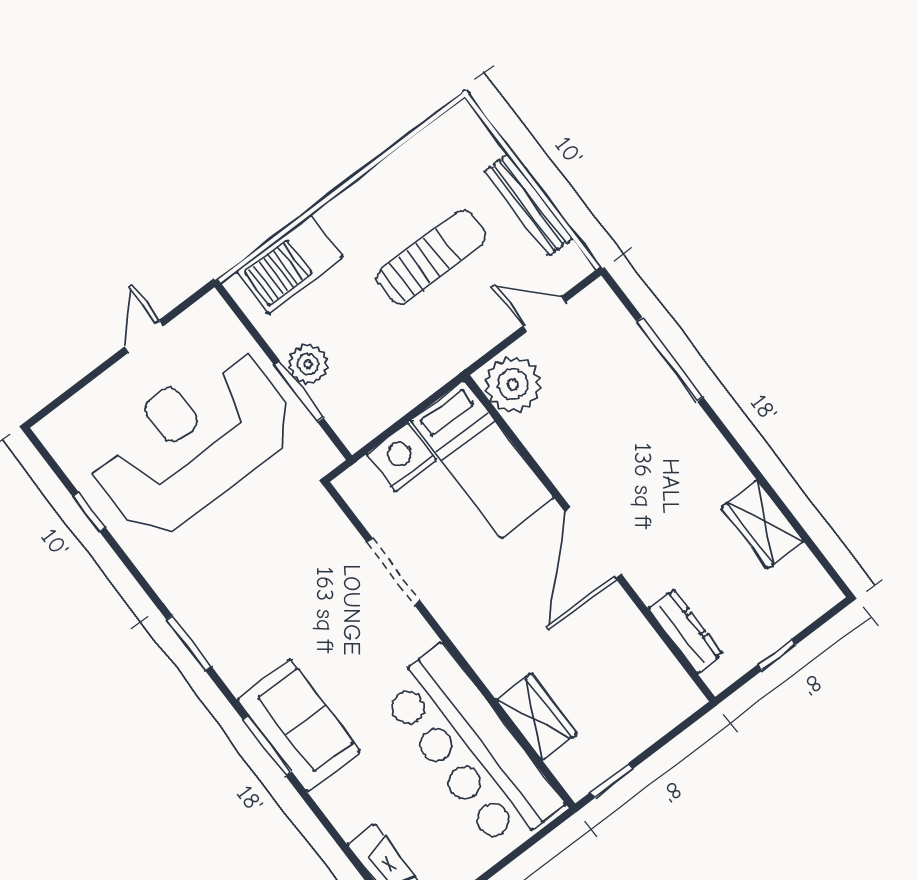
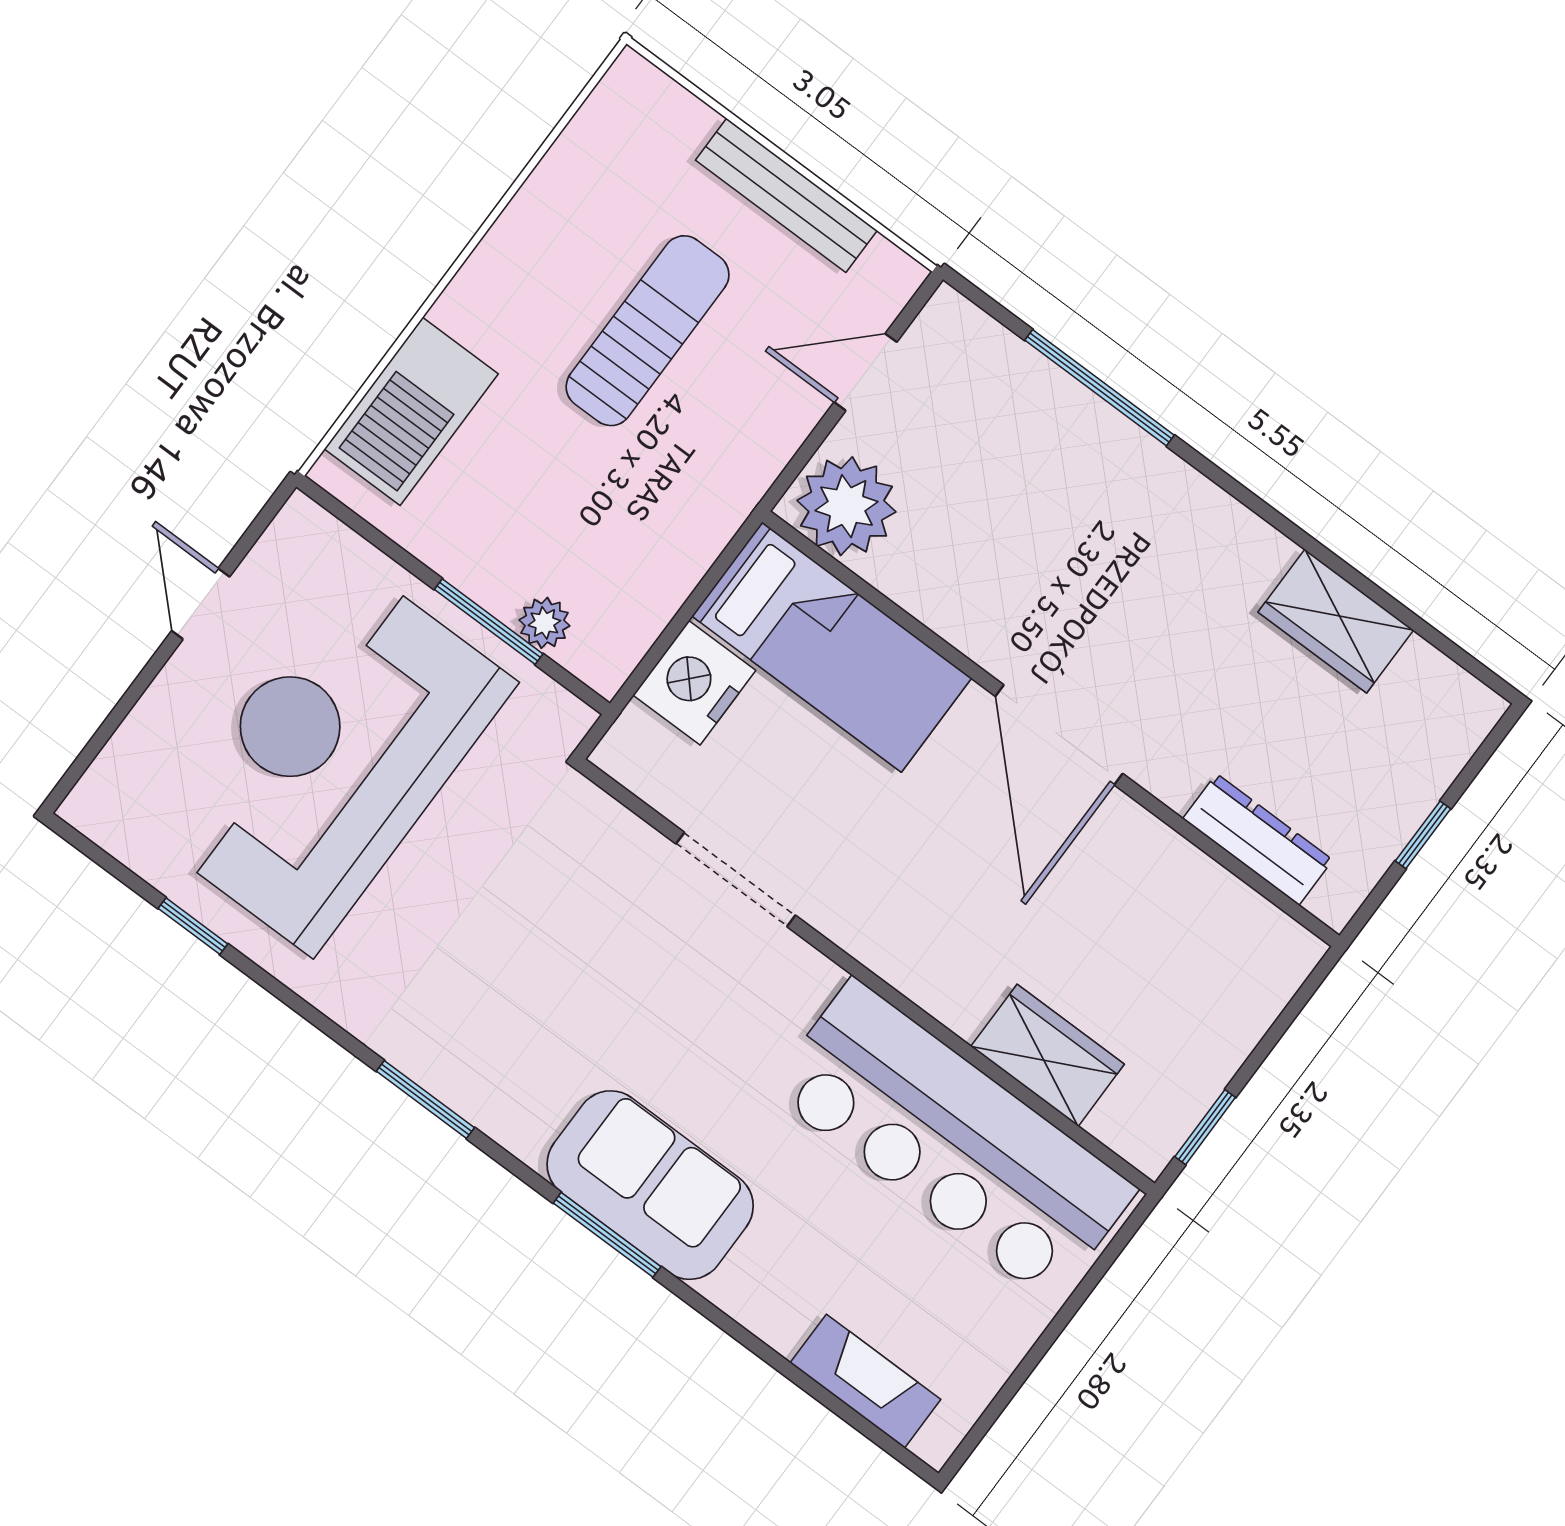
plant: (308, 364) -> (544, 623), moved, width x0.73, depth x0.73

